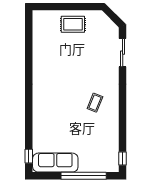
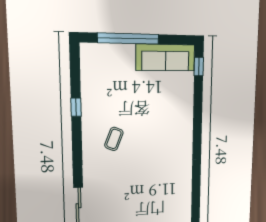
window: (123, 158) -> (76, 107), moved

